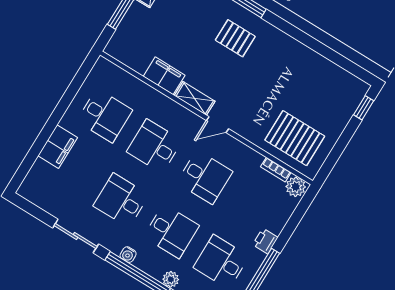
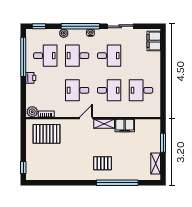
filing cabinet: (58, 147) -> (154, 41), moved

